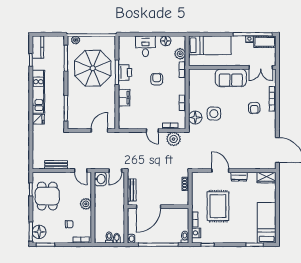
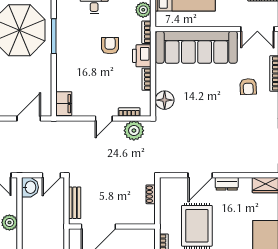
printer: (125, 73) -> (142, 56), moved, turned 180
sofa: (231, 78) -> (196, 47), width x1.85, depth x1.27
filing cabinet: (124, 98) -> (64, 104), moved
side table: (214, 114) -> (191, 95), removed
door: (152, 130) -> (104, 118), hinge flipped
door: (220, 171) -> (200, 175), swing flipped

